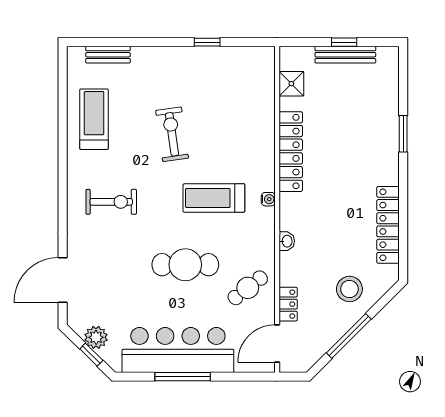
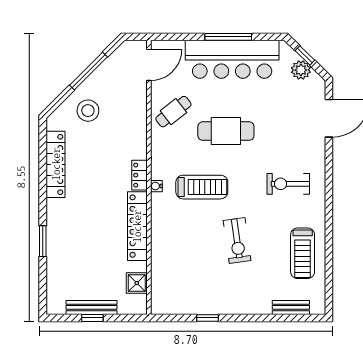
washbasin: (287, 241) -> (141, 151), removed
locker: (288, 304) -> (140, 175), moved

